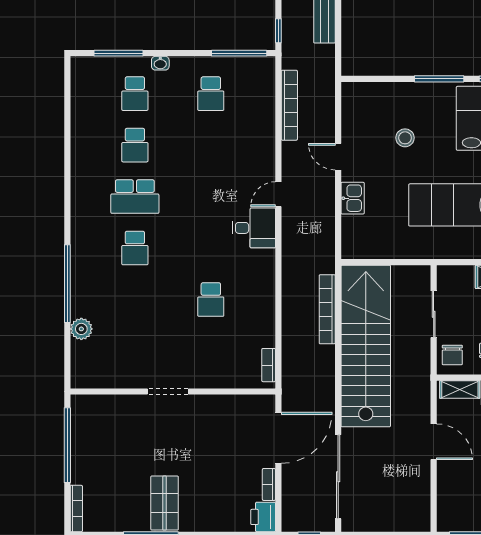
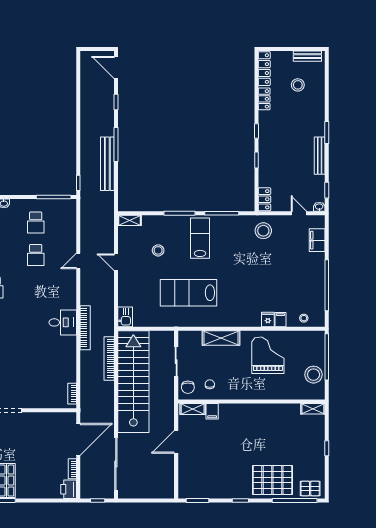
shelving: (360, 90) -> (130, 220), added
bookcase: (289, 105) -> (85, 328), moved
door: (278, 194) -> (78, 261), moved
kitchen sink: (353, 198) -> (125, 317), moved
desk: (254, 228) -> (63, 322), moved
school desk: (211, 300) -> (36, 255), moved
door: (434, 442) -> (176, 442), swing flipped

